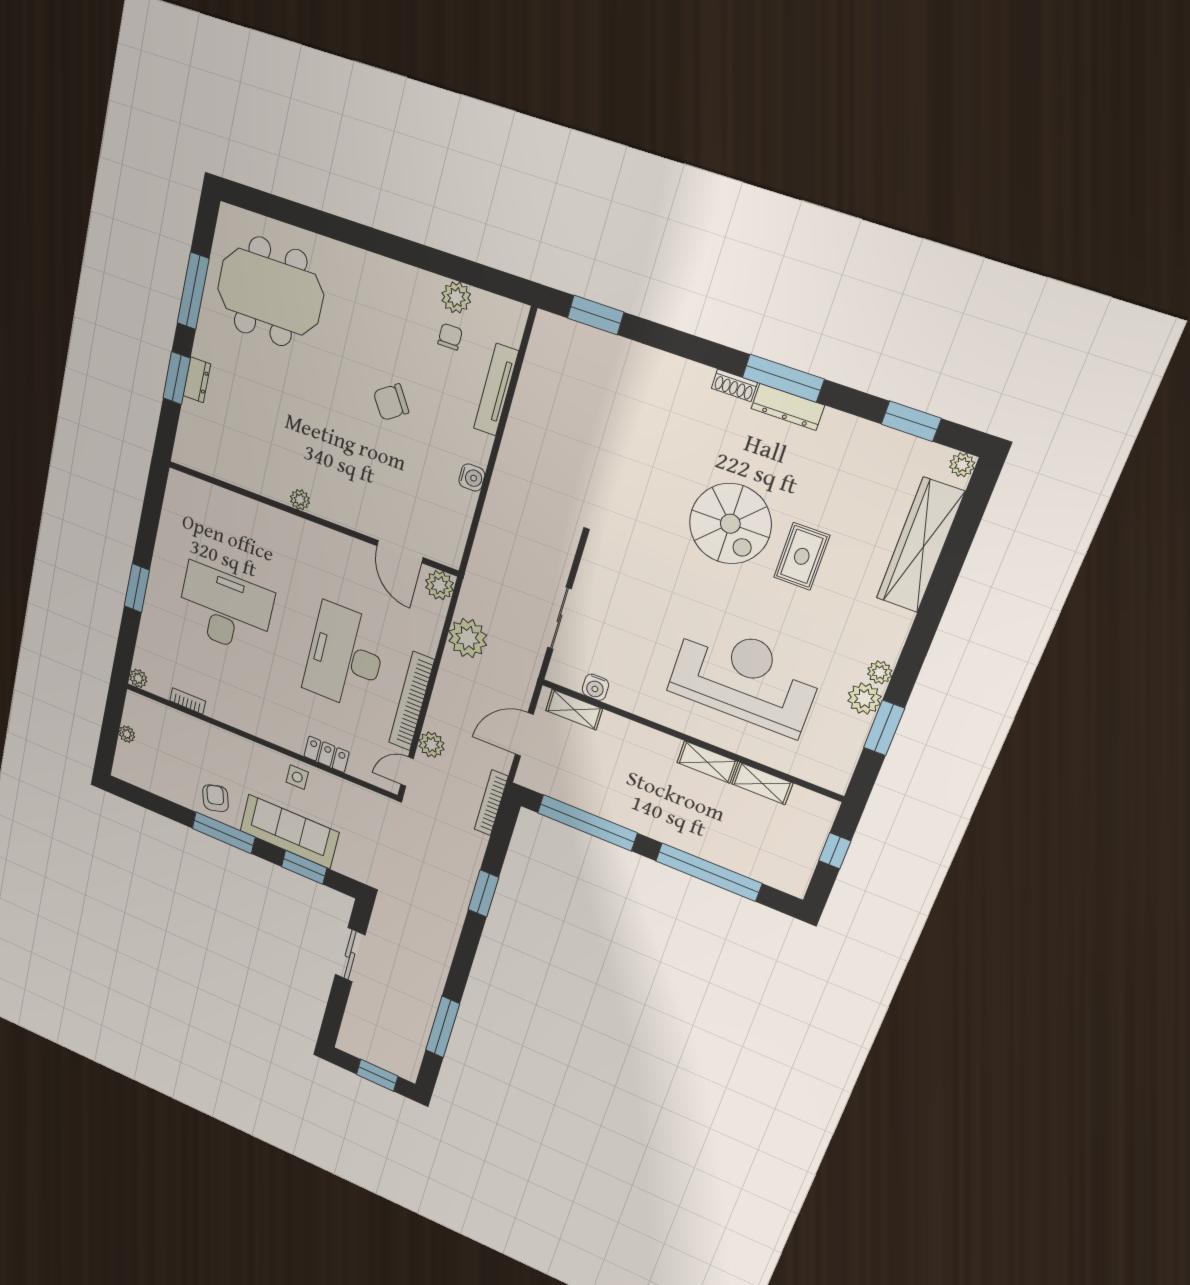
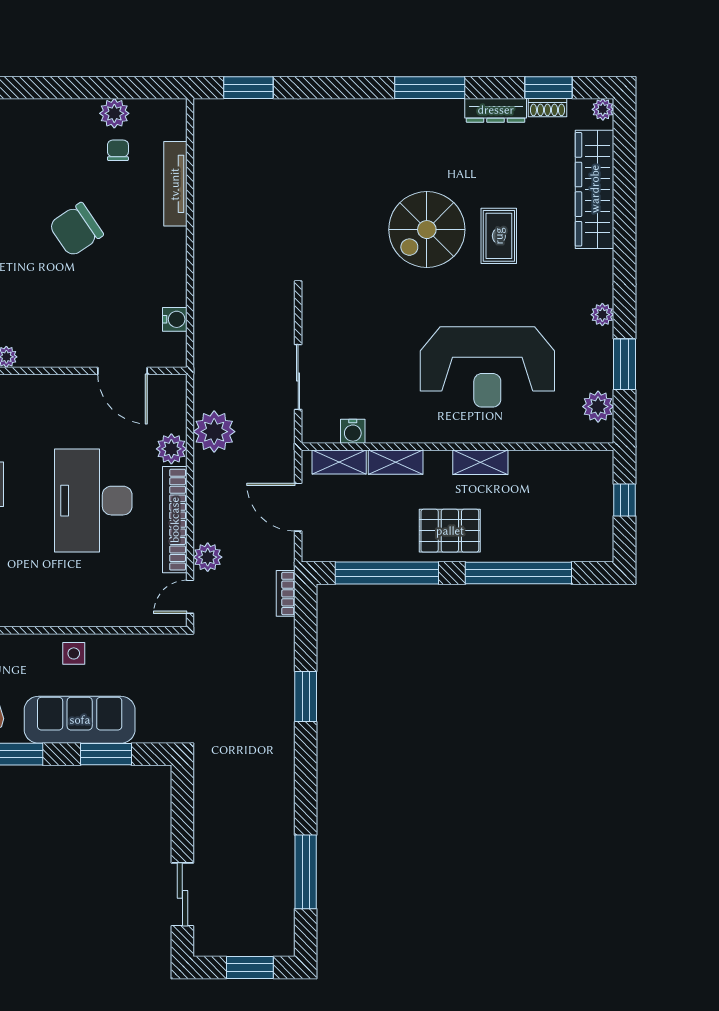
shoe rack: (734, 385) -> (547, 108), moved
chair: (391, 402) -> (76, 230), width x1.37, depth x1.37
dresser: (788, 407) -> (496, 110), moved
water cooler: (472, 478) -> (175, 319), moved
spiral stairs: (730, 524) -> (427, 230), turned 90
plant: (439, 585) -> (171, 449), moved
reception desk: (745, 678) -> (487, 367), turned 180
plant: (864, 699) -> (598, 407), moved
door: (524, 734) -> (298, 507), hinge flipped
locker: (327, 754) -> (100, 614), removed
shelving: (762, 784) -> (396, 462), moved
bookcase: (491, 803) -> (286, 593), width x0.64
pallet: (657, 810) -> (450, 531), added
sliding door: (350, 955) -> (182, 894), moved

